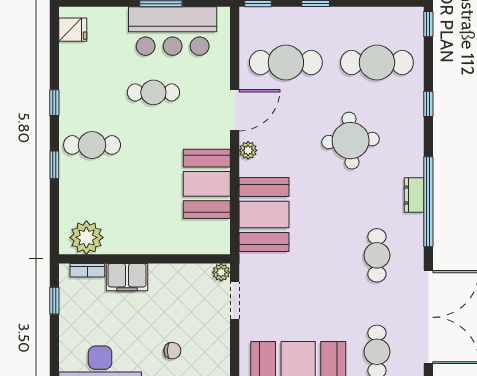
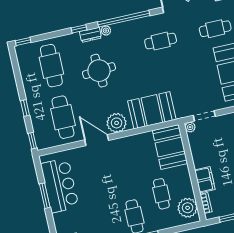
cafe table: (153, 92) -> (161, 194), moved
window: (428, 104) -> (79, 29), moved
plant: (248, 150) -> (117, 123), width x1.87, depth x1.87
plant: (415, 167) -> (106, 31), added
booth: (207, 184) -> (170, 147), moved, turned 90
dresser: (414, 195) -> (90, 35), moved

